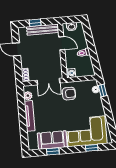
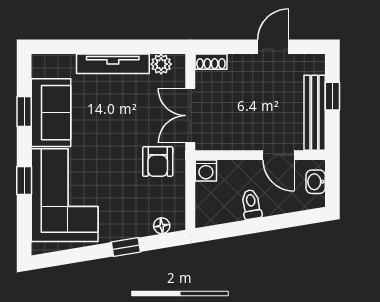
door: (62, 43) -> (278, 155), hinge flipped
window: (103, 91) -> (126, 247), moved
window: (92, 148) -> (24, 181), moved

